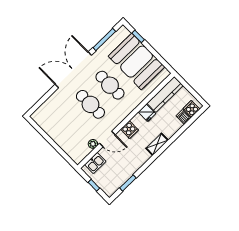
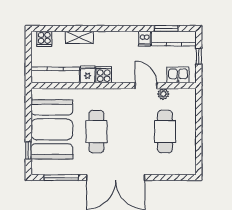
cafe table: (90, 104) -> (165, 132), moved
dishwasher: (183, 117) -> (145, 39), moved
cooker: (129, 130) -> (104, 75), moved
shelving: (157, 144) -> (79, 37), moved
kitchen counter: (118, 181) -> (174, 39), added

